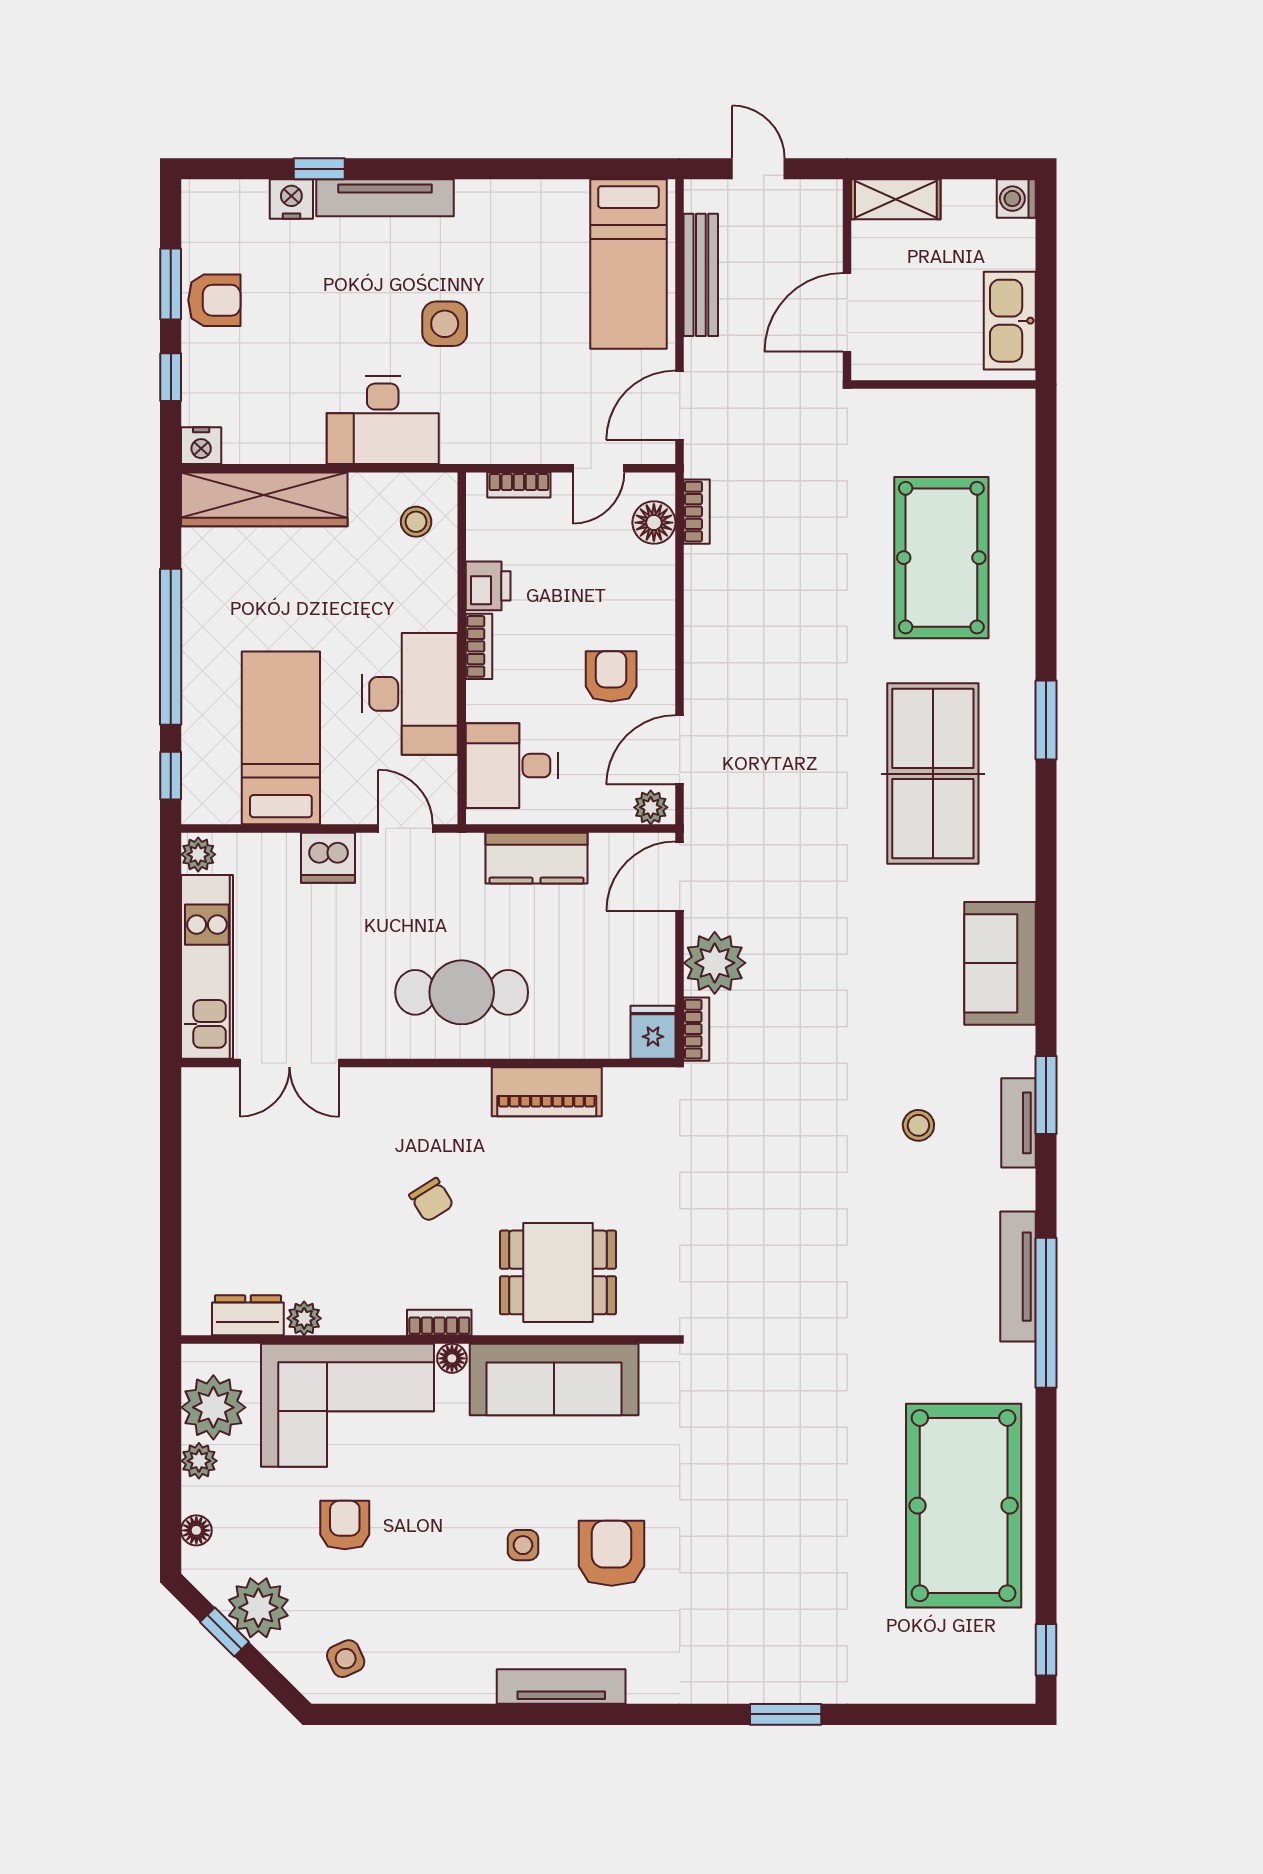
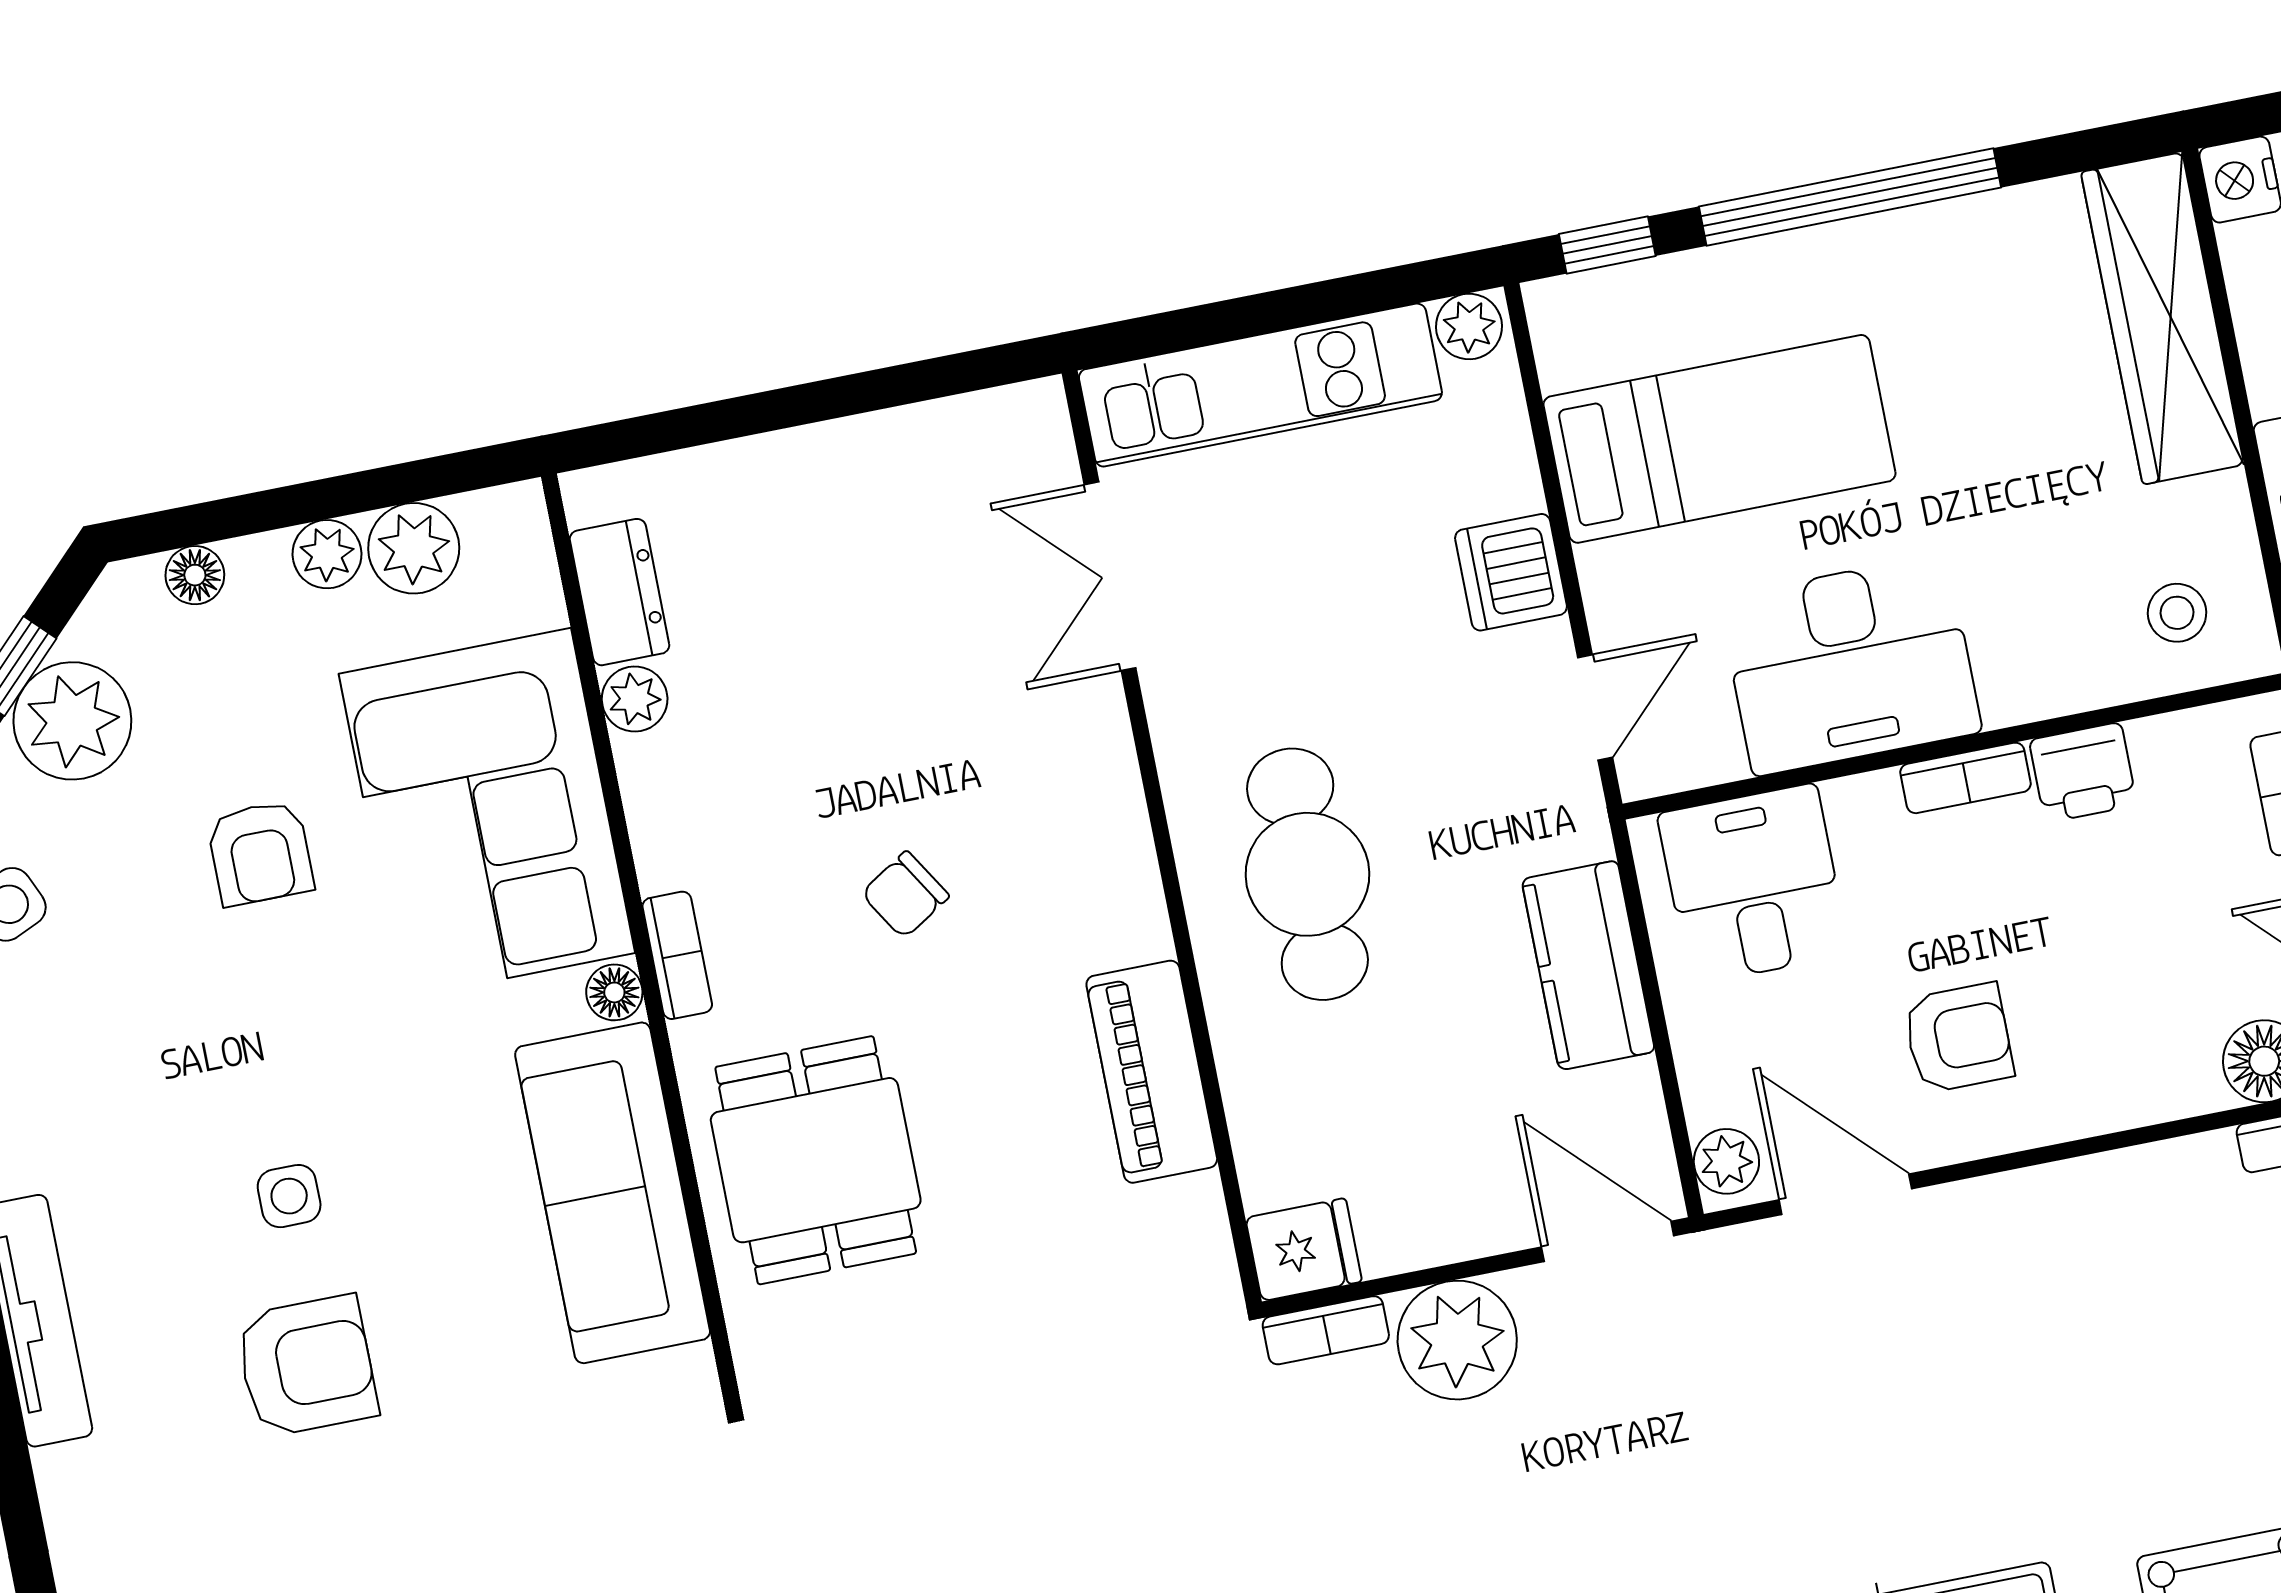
plant: (213, 1407) -> (414, 548), width x0.73, depth x0.73
armchair: (345, 1525) -> (260, 853), turned 90

